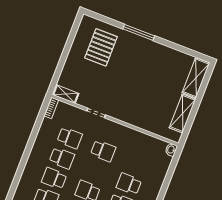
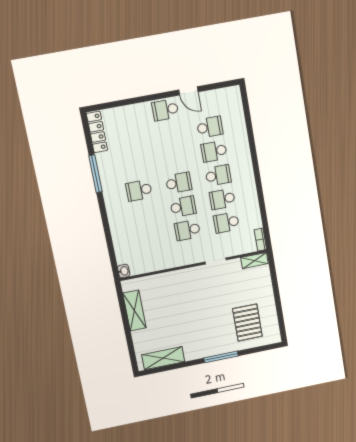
shelving: (196, 78) -> (163, 358), moved, turned 90
school desk: (129, 184) -> (183, 207), moved

